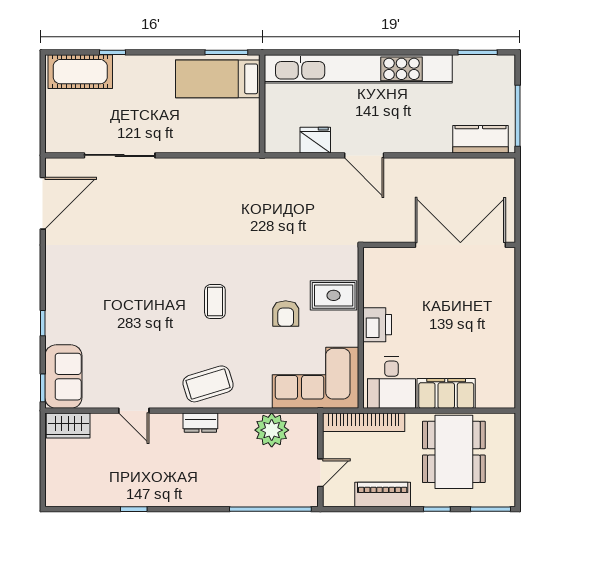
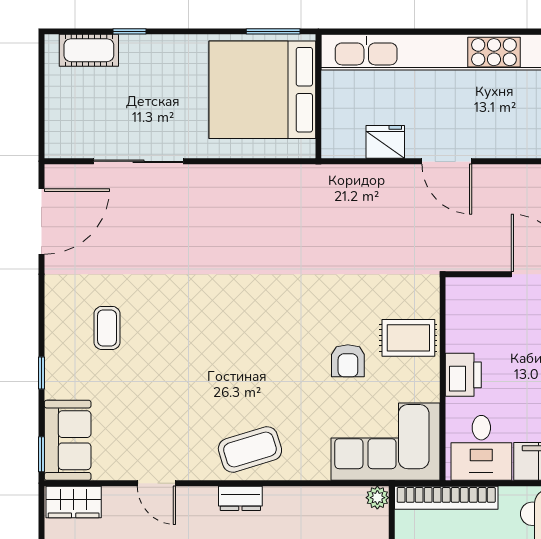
cot: (80, 72) -> (89, 50), width x0.73, depth x0.75
bed: (218, 79) -> (262, 90), width x2.04
coffee table: (215, 302) -> (107, 328), moved
plant: (272, 430) -> (377, 498), moved, width x0.53, depth x0.53

